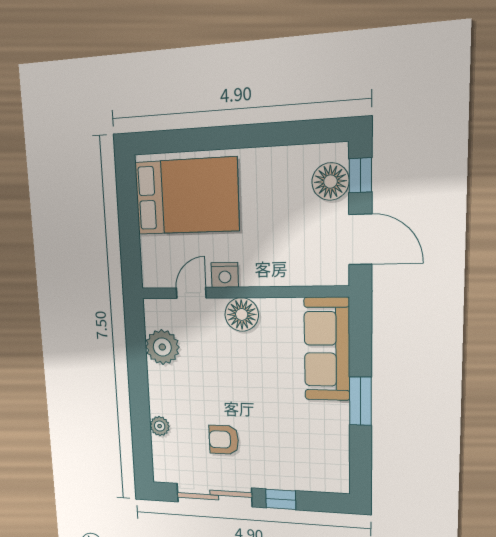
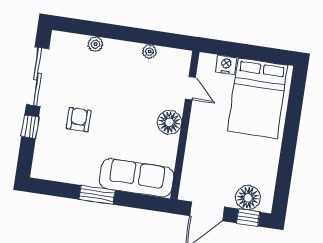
nightstand: (225, 275) -> (226, 65), moved, turned 90
plant: (162, 347) -> (149, 52), width x0.53, depth x0.53
armchair: (224, 440) -> (79, 120), moved

